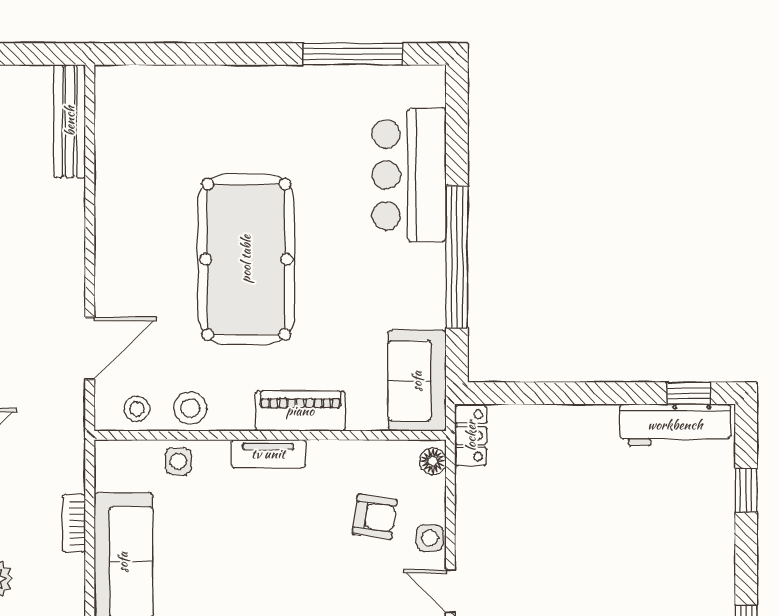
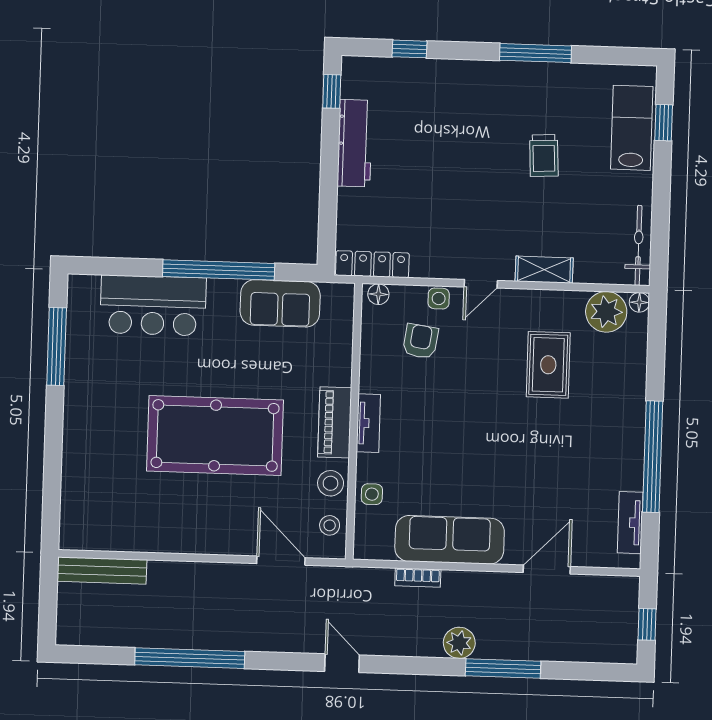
sofa: (417, 381) -> (280, 303), moved
piano: (300, 411) -> (335, 422), moved
workbench: (675, 425) -> (355, 143), moved
locker: (471, 436) -> (372, 264), width x1.53

